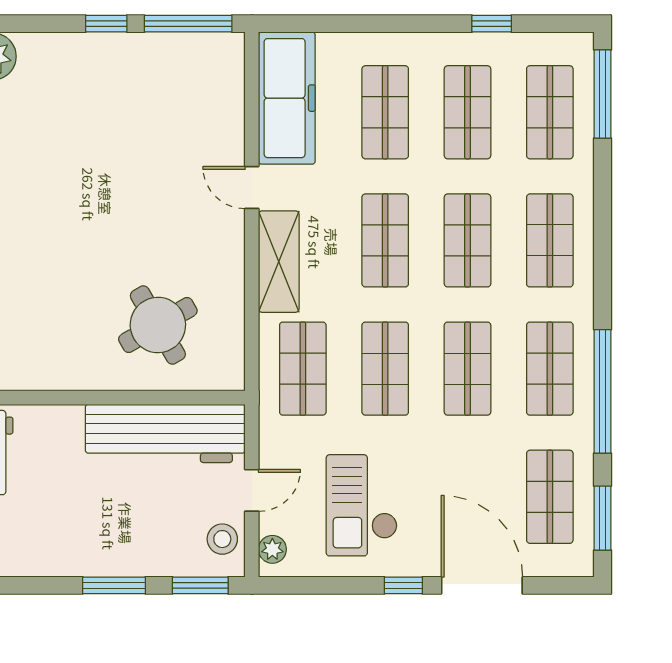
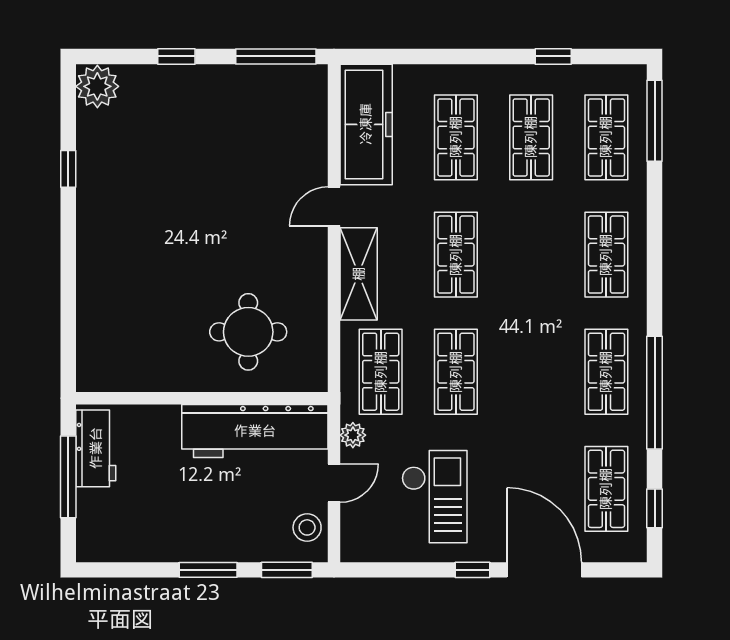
window: (106, 24) -> (176, 56), moved
door: (252, 188) -> (334, 206), hinge flipped
shop shelf: (468, 240) -> (531, 255), removed
round table: (158, 325) -> (248, 332), turned 30
shop shelf: (468, 369) -> (531, 372), removed
checkout: (362, 505) -> (434, 497), turned 180
window: (603, 518) -> (655, 508), width x0.67
plant: (272, 549) -> (353, 435), moved

